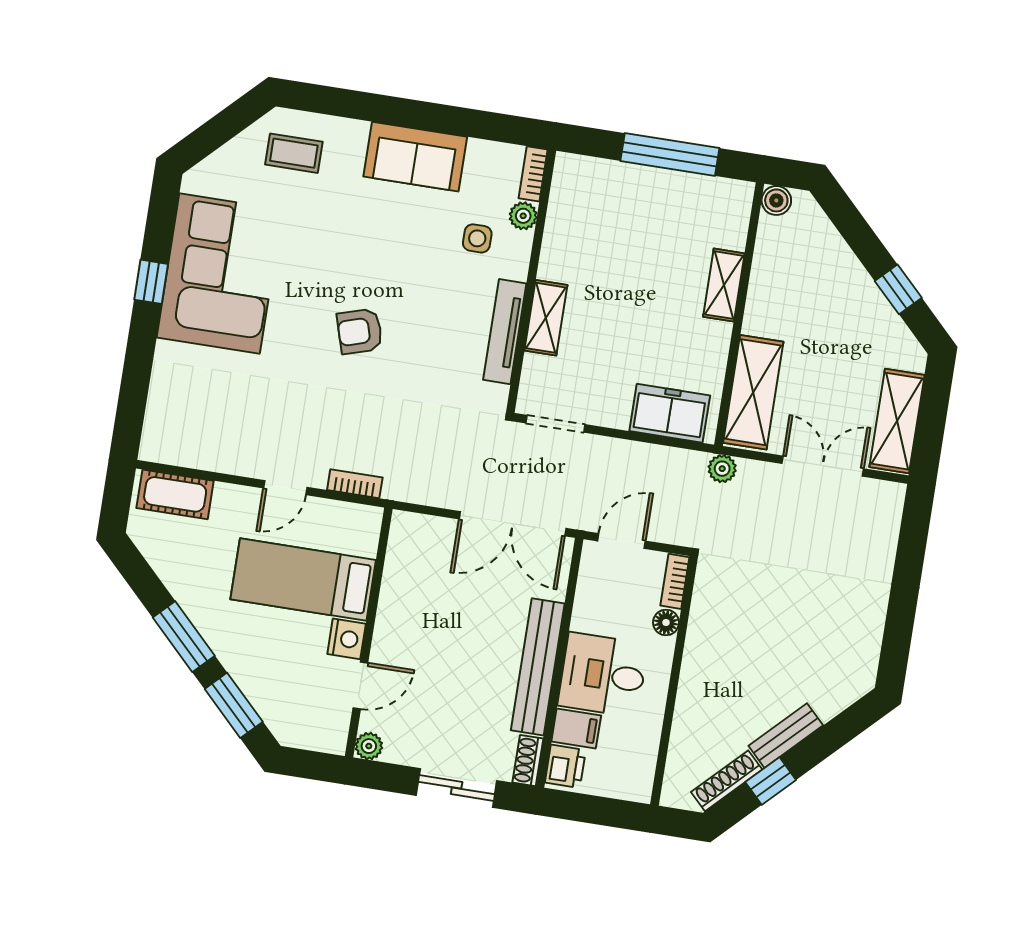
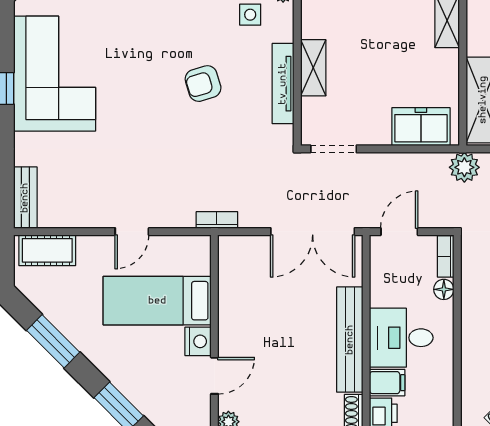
armchair: (360, 331) -> (203, 84), moved
bench: (158, 424) -> (25, 198), added
plant: (722, 469) -> (464, 167), width x1.38, depth x1.38
bookcase: (355, 484) -> (217, 220), moved
window: (184, 637) -> (53, 341), moved

